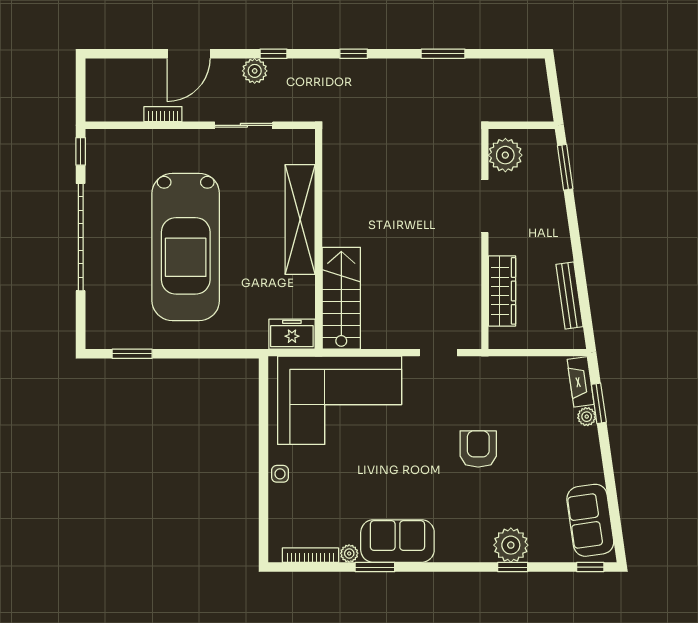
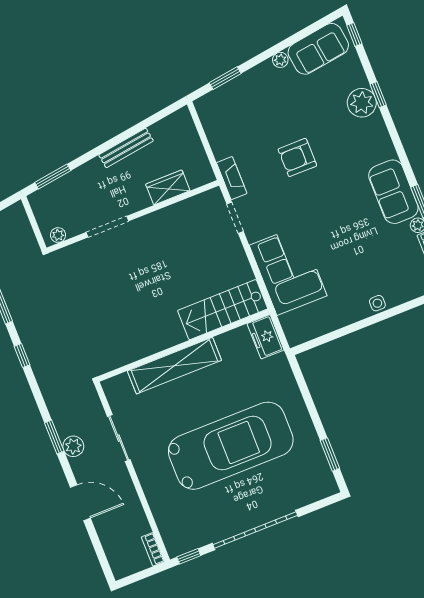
window: (273, 54) -> (54, 437), width x1.50
window: (354, 54) -> (22, 356), moved
bookcase: (163, 114) -> (153, 549), moved
plant: (505, 155) -> (58, 235), width x0.53, depth x0.53
wardrobe: (502, 291) -> (168, 187), width x0.67
bench: (569, 296) -> (126, 148), moved
fireplace: (581, 382) -> (232, 178), moved, turned -82
corner sofa: (340, 400) -> (288, 271), width x0.73, depth x0.74
plant: (587, 417) -> (280, 60), moved

